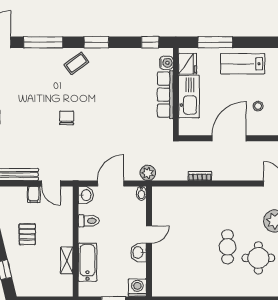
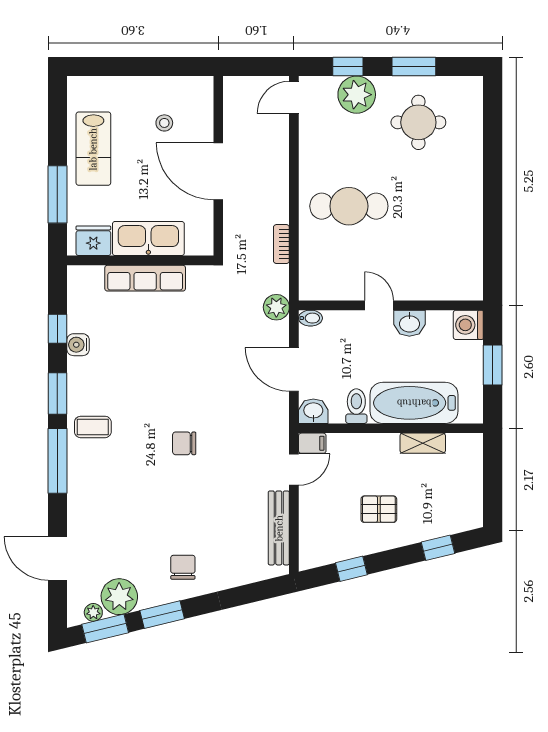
window: (43, 42) -> (57, 461), moved
window: (150, 42) -> (57, 329), moved
coffee table: (76, 63) -> (93, 427), turned -54
water cooler: (166, 63) -> (78, 345), moved, turned -90
bookcase: (200, 176) -> (281, 244), moved
filing cabinet: (34, 194) -> (312, 443), moved
cafe table: (228, 247) -> (349, 206), moved, width x1.37, depth x1.35
bathtub: (87, 262) -> (414, 403), width x1.36, depth x1.36

